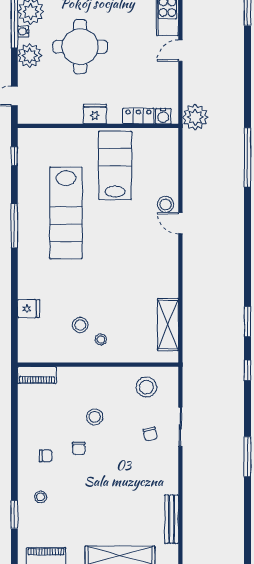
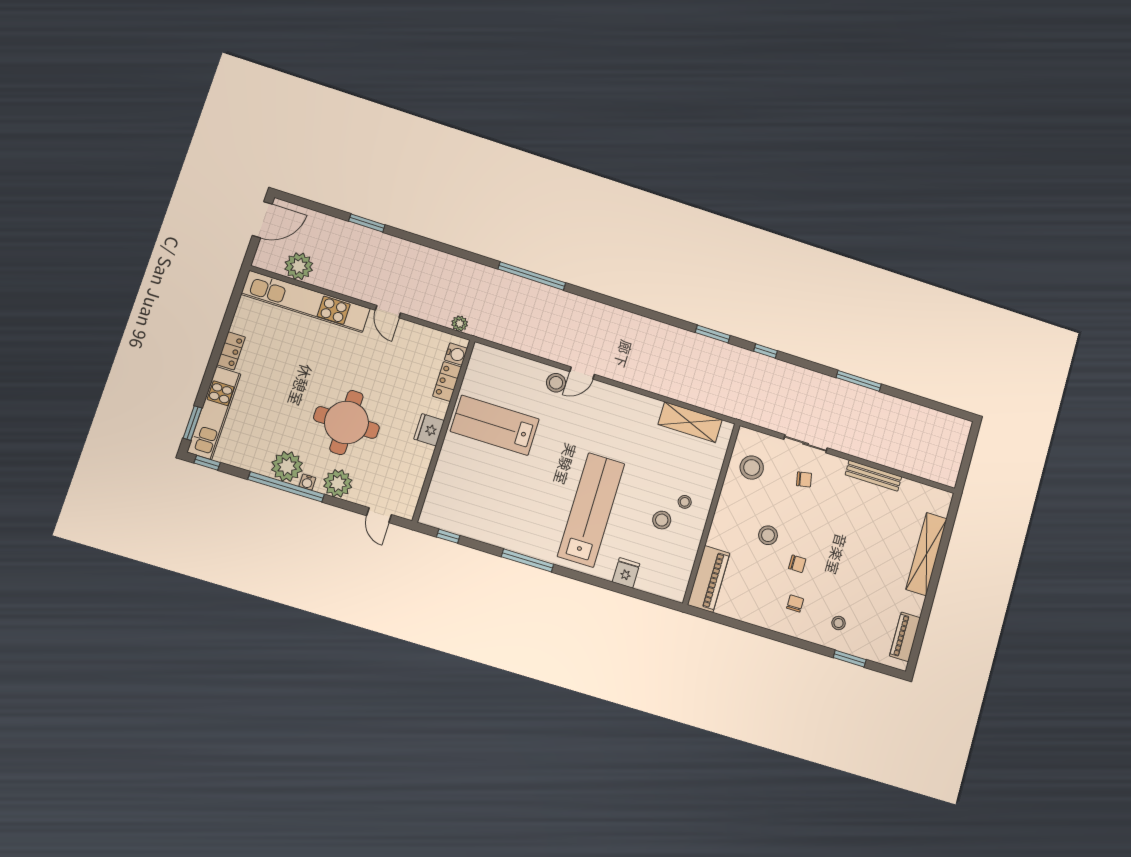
plant: (195, 117) -> (460, 323), width x0.53, depth x0.53
lab bench: (66, 213) -> (591, 510), moved, turned -90
piano: (37, 375) -> (709, 579), width x1.37, depth x1.33
bench: (172, 519) -> (873, 476), moved

